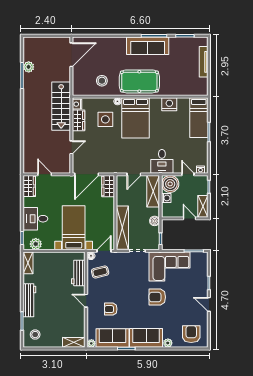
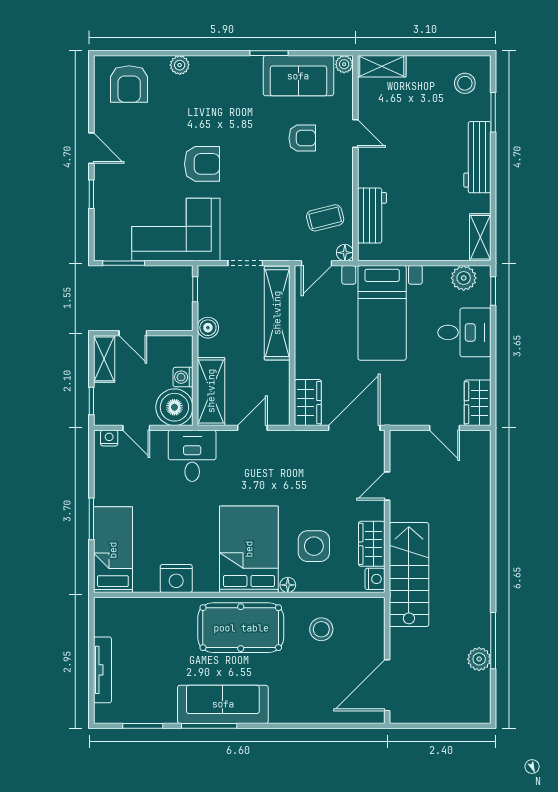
door: (86, 301) -> (355, 134), moved
sofa: (146, 338) -> (226, 76), removed

